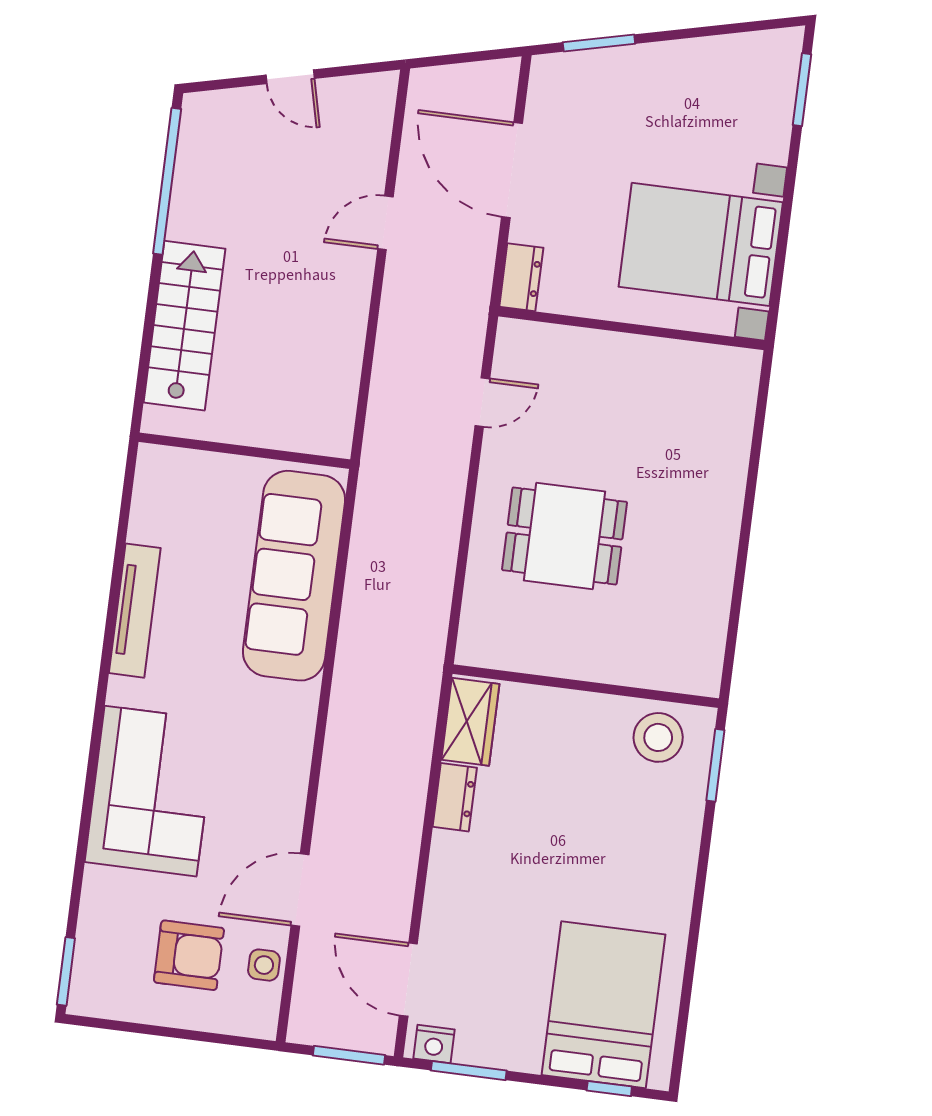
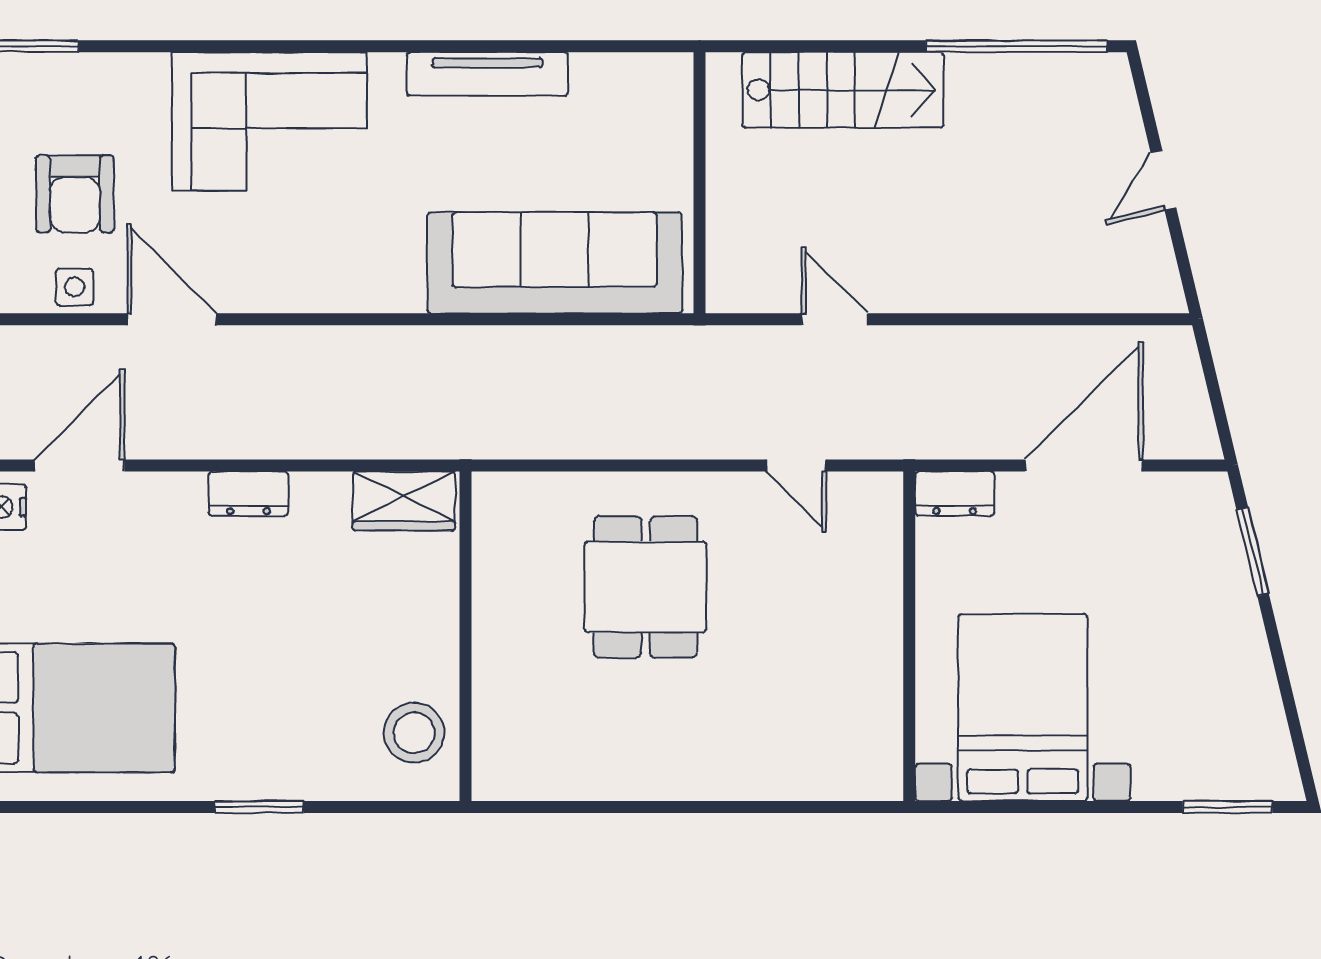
door: (385, 223) -> (835, 319), moved
window: (715, 765) -> (259, 807), moved
dresser: (455, 797) -> (248, 494), moved

